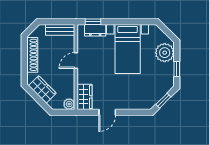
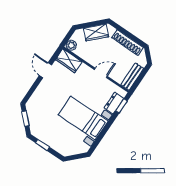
plant: (165, 53) -> (61, 144), removed
door: (76, 61) -> (101, 73), hinge flipped

